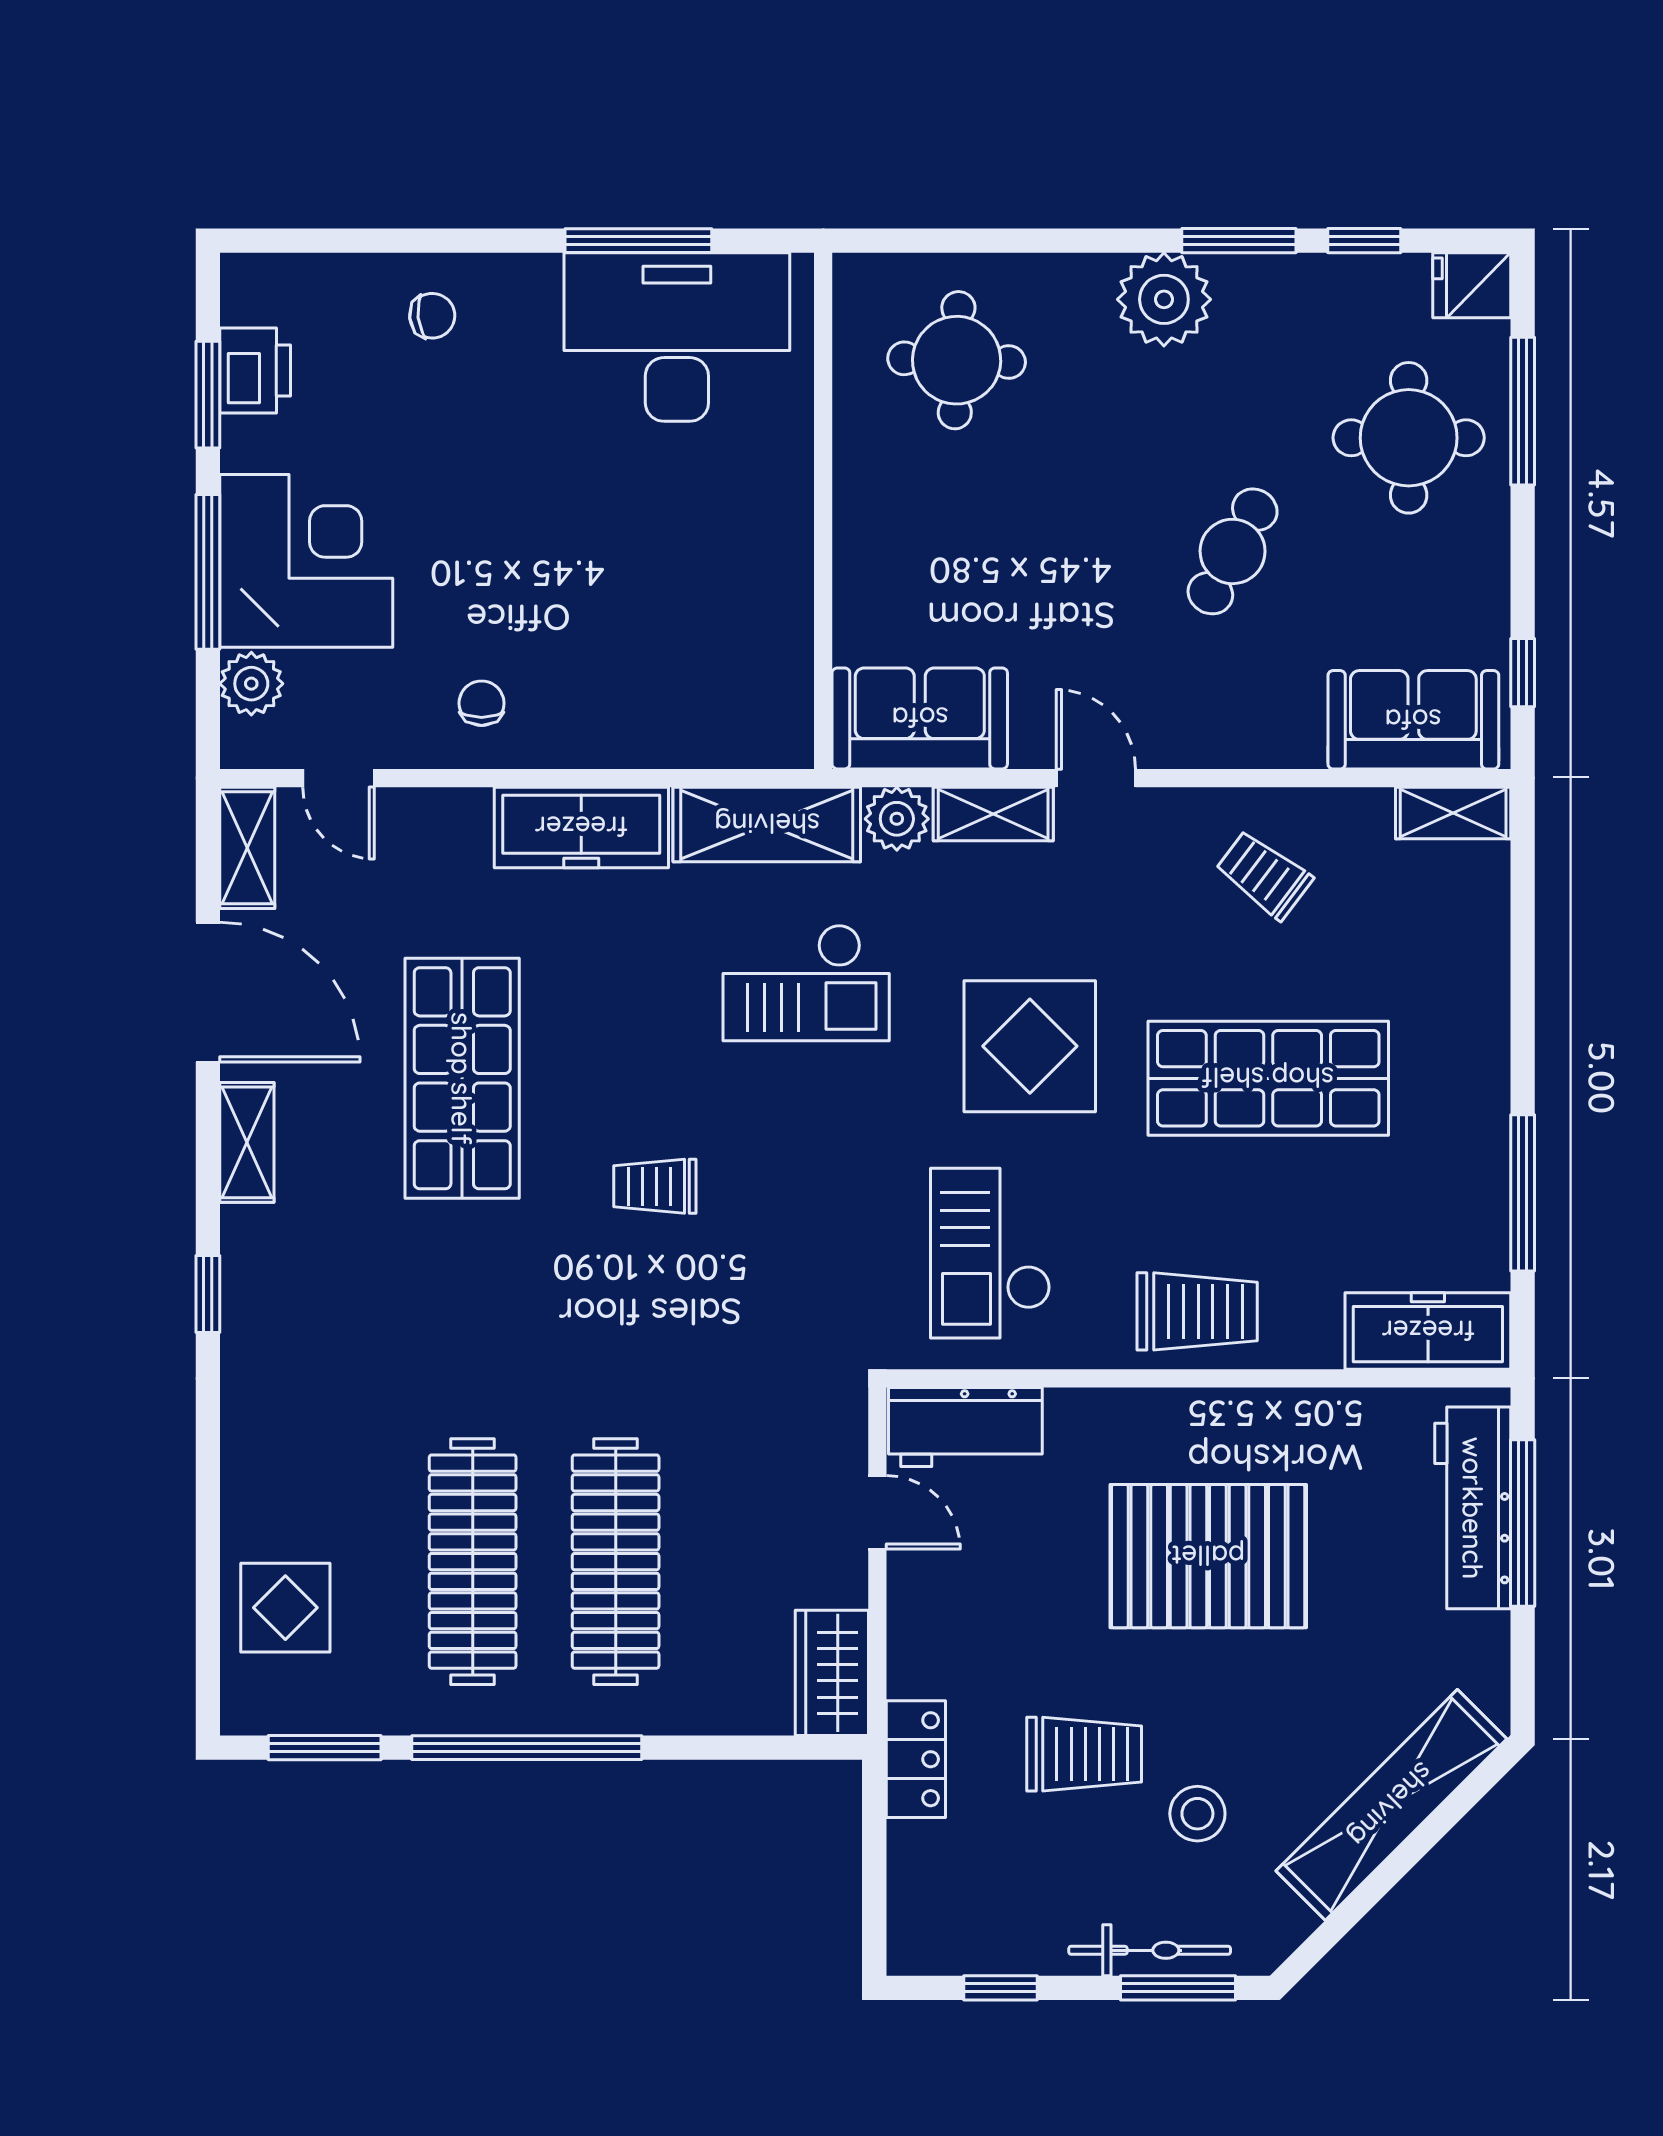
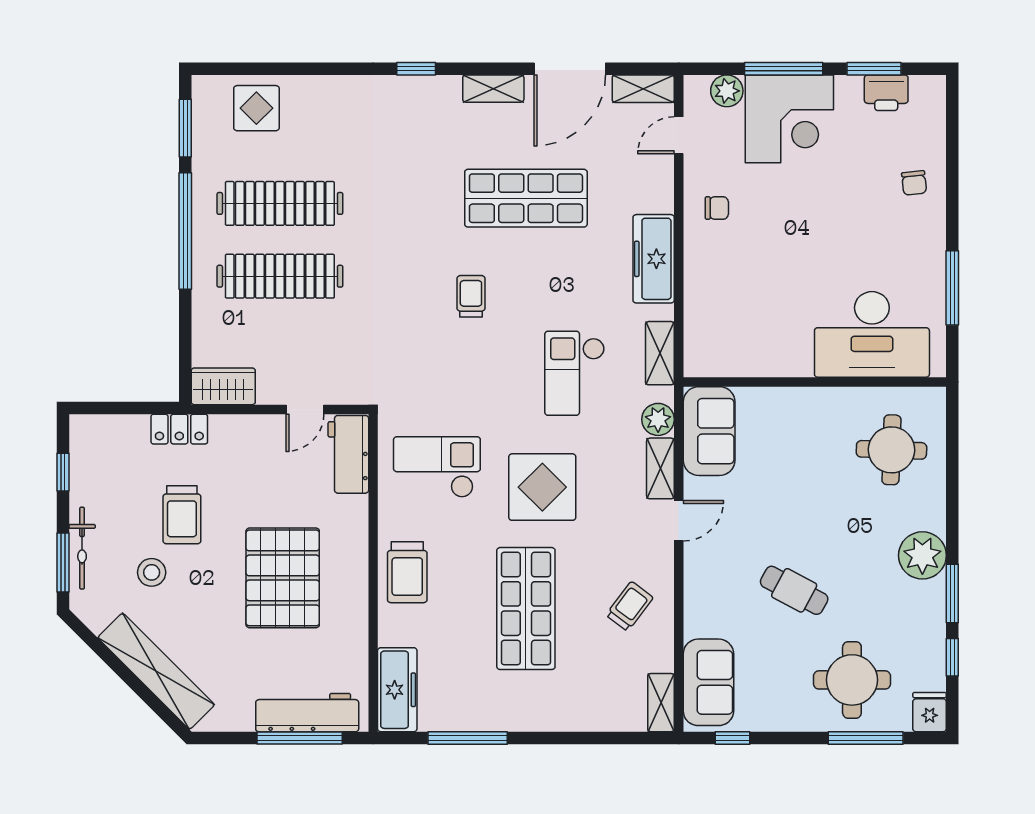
desk: (677, 337) -> (872, 334), moved, turned 90
shelving: (767, 824) -> (660, 353), width x0.67, depth x0.75

